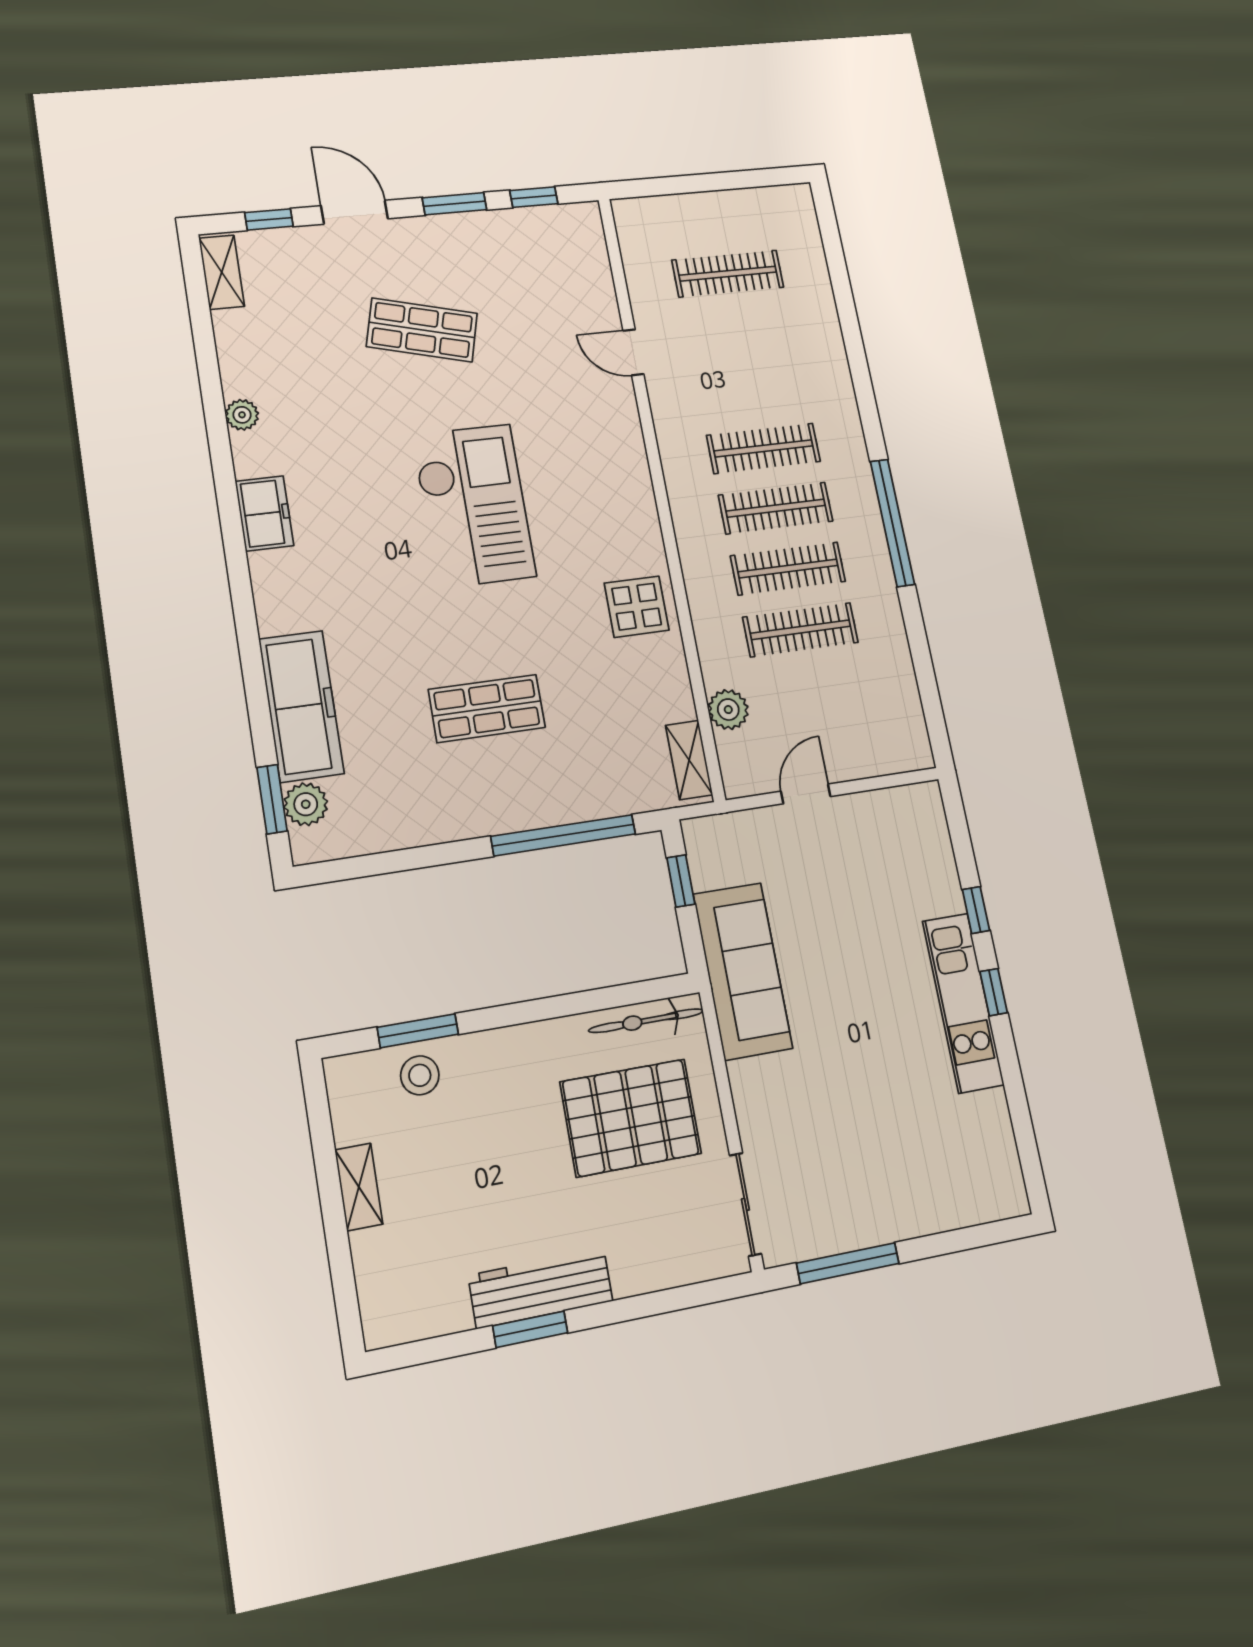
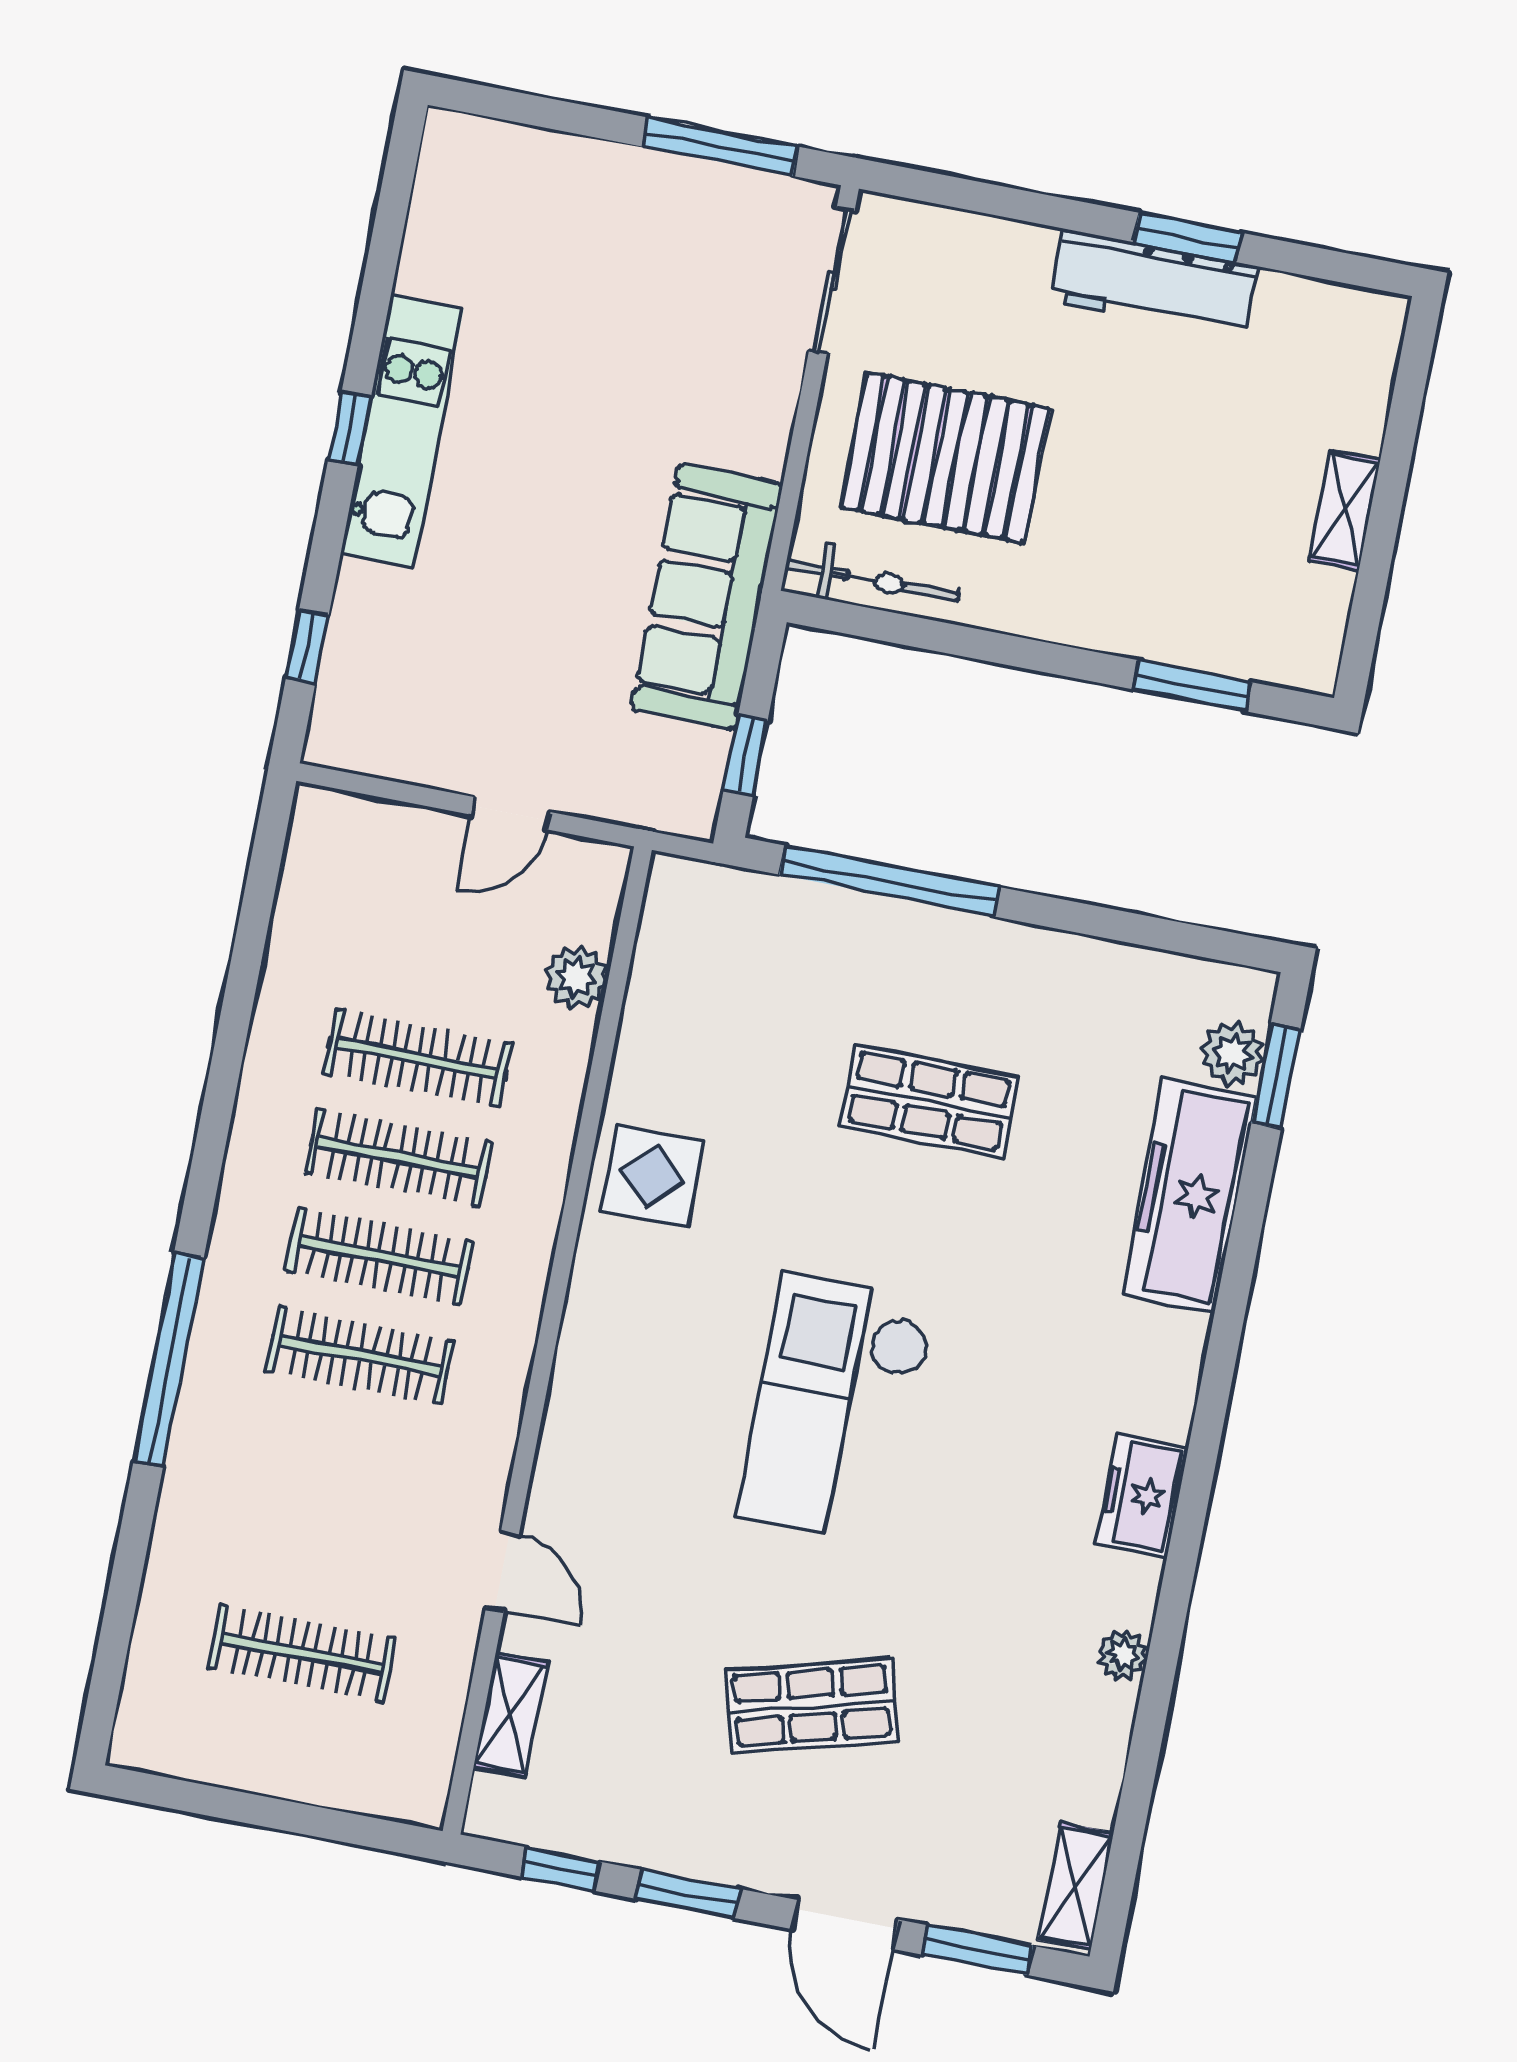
window: (269, 219) -> (978, 1950), width x1.50
shop shelf: (422, 330) -> (812, 1706), turned -30
window: (892, 523) -> (169, 1360), moved
shelving: (689, 760) -> (511, 1714), moved
window: (976, 910) -> (307, 647), moved
stool: (420, 1075) -> (1211, 625), removed

